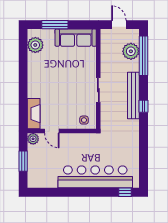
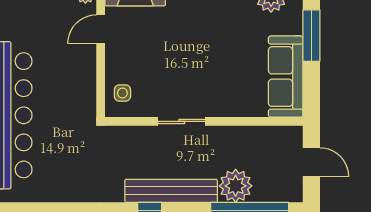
door: (119, 25) -> (311, 162), hinge flipped
plant: (131, 51) -> (236, 186), moved

